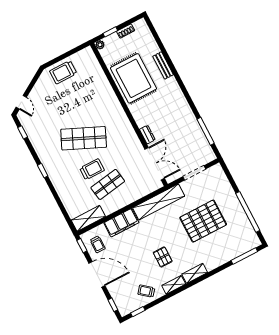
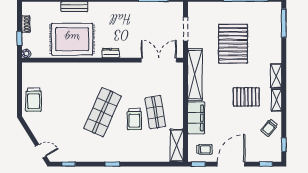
dresser: (147, 135) -> (111, 53), moved
trolley: (92, 169) -> (134, 119), turned 180
pallet: (163, 257) -> (246, 97), width x1.50, depth x1.42

